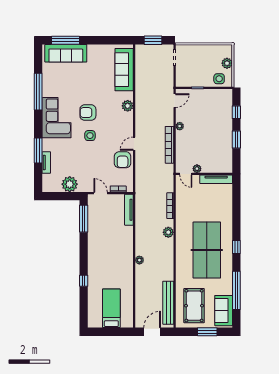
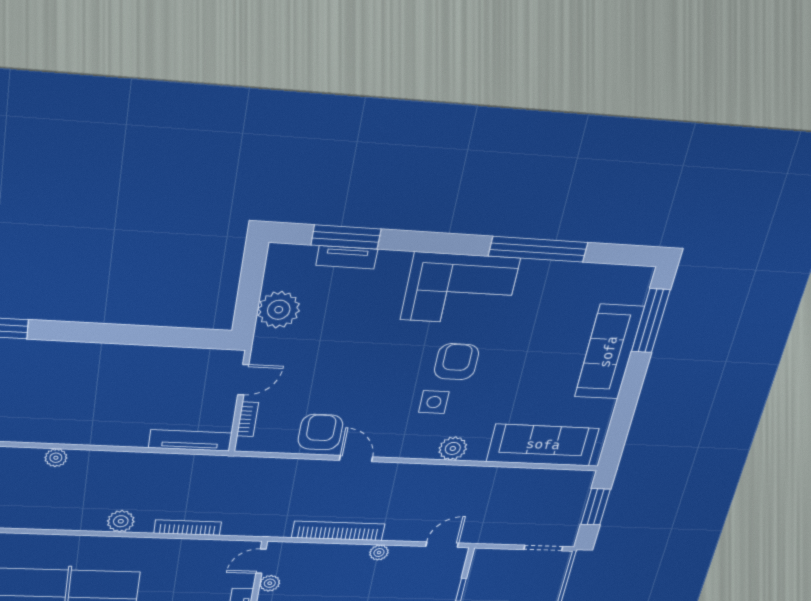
sofa: (66, 53) -> (609, 352), moved
door: (175, 101) -> (442, 545), swing flipped
side table: (90, 136) -> (434, 402), moved
window: (38, 150) -> (346, 237), moved
armchair: (123, 160) -> (320, 432), turned 90
window: (84, 219) -> (181, 337), removed

